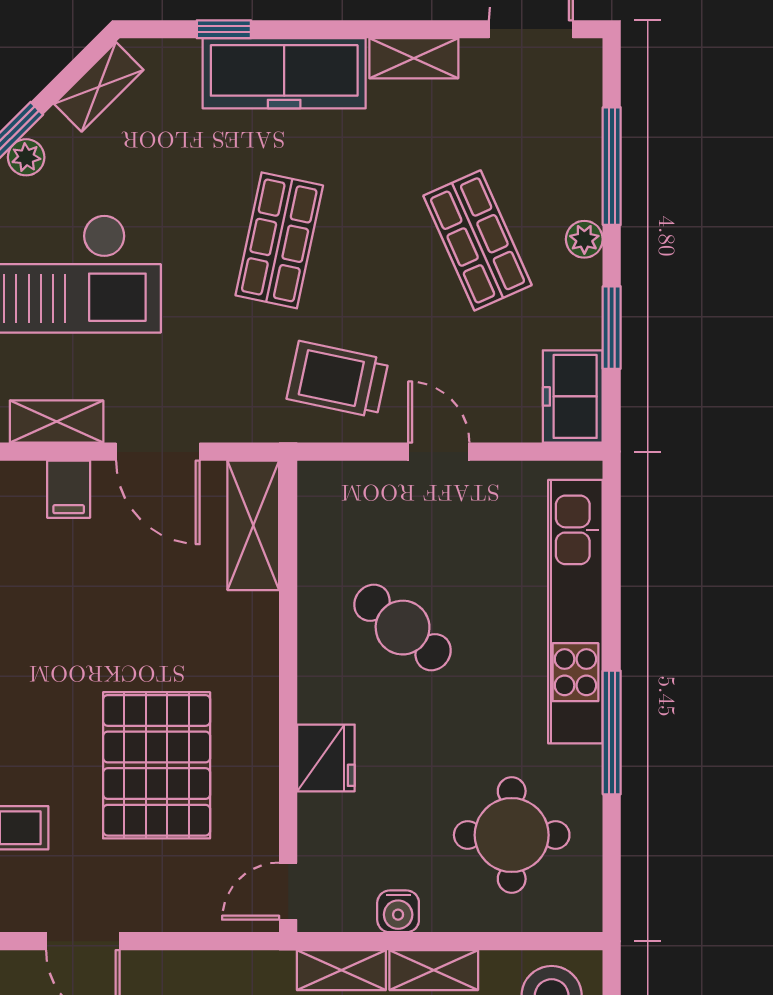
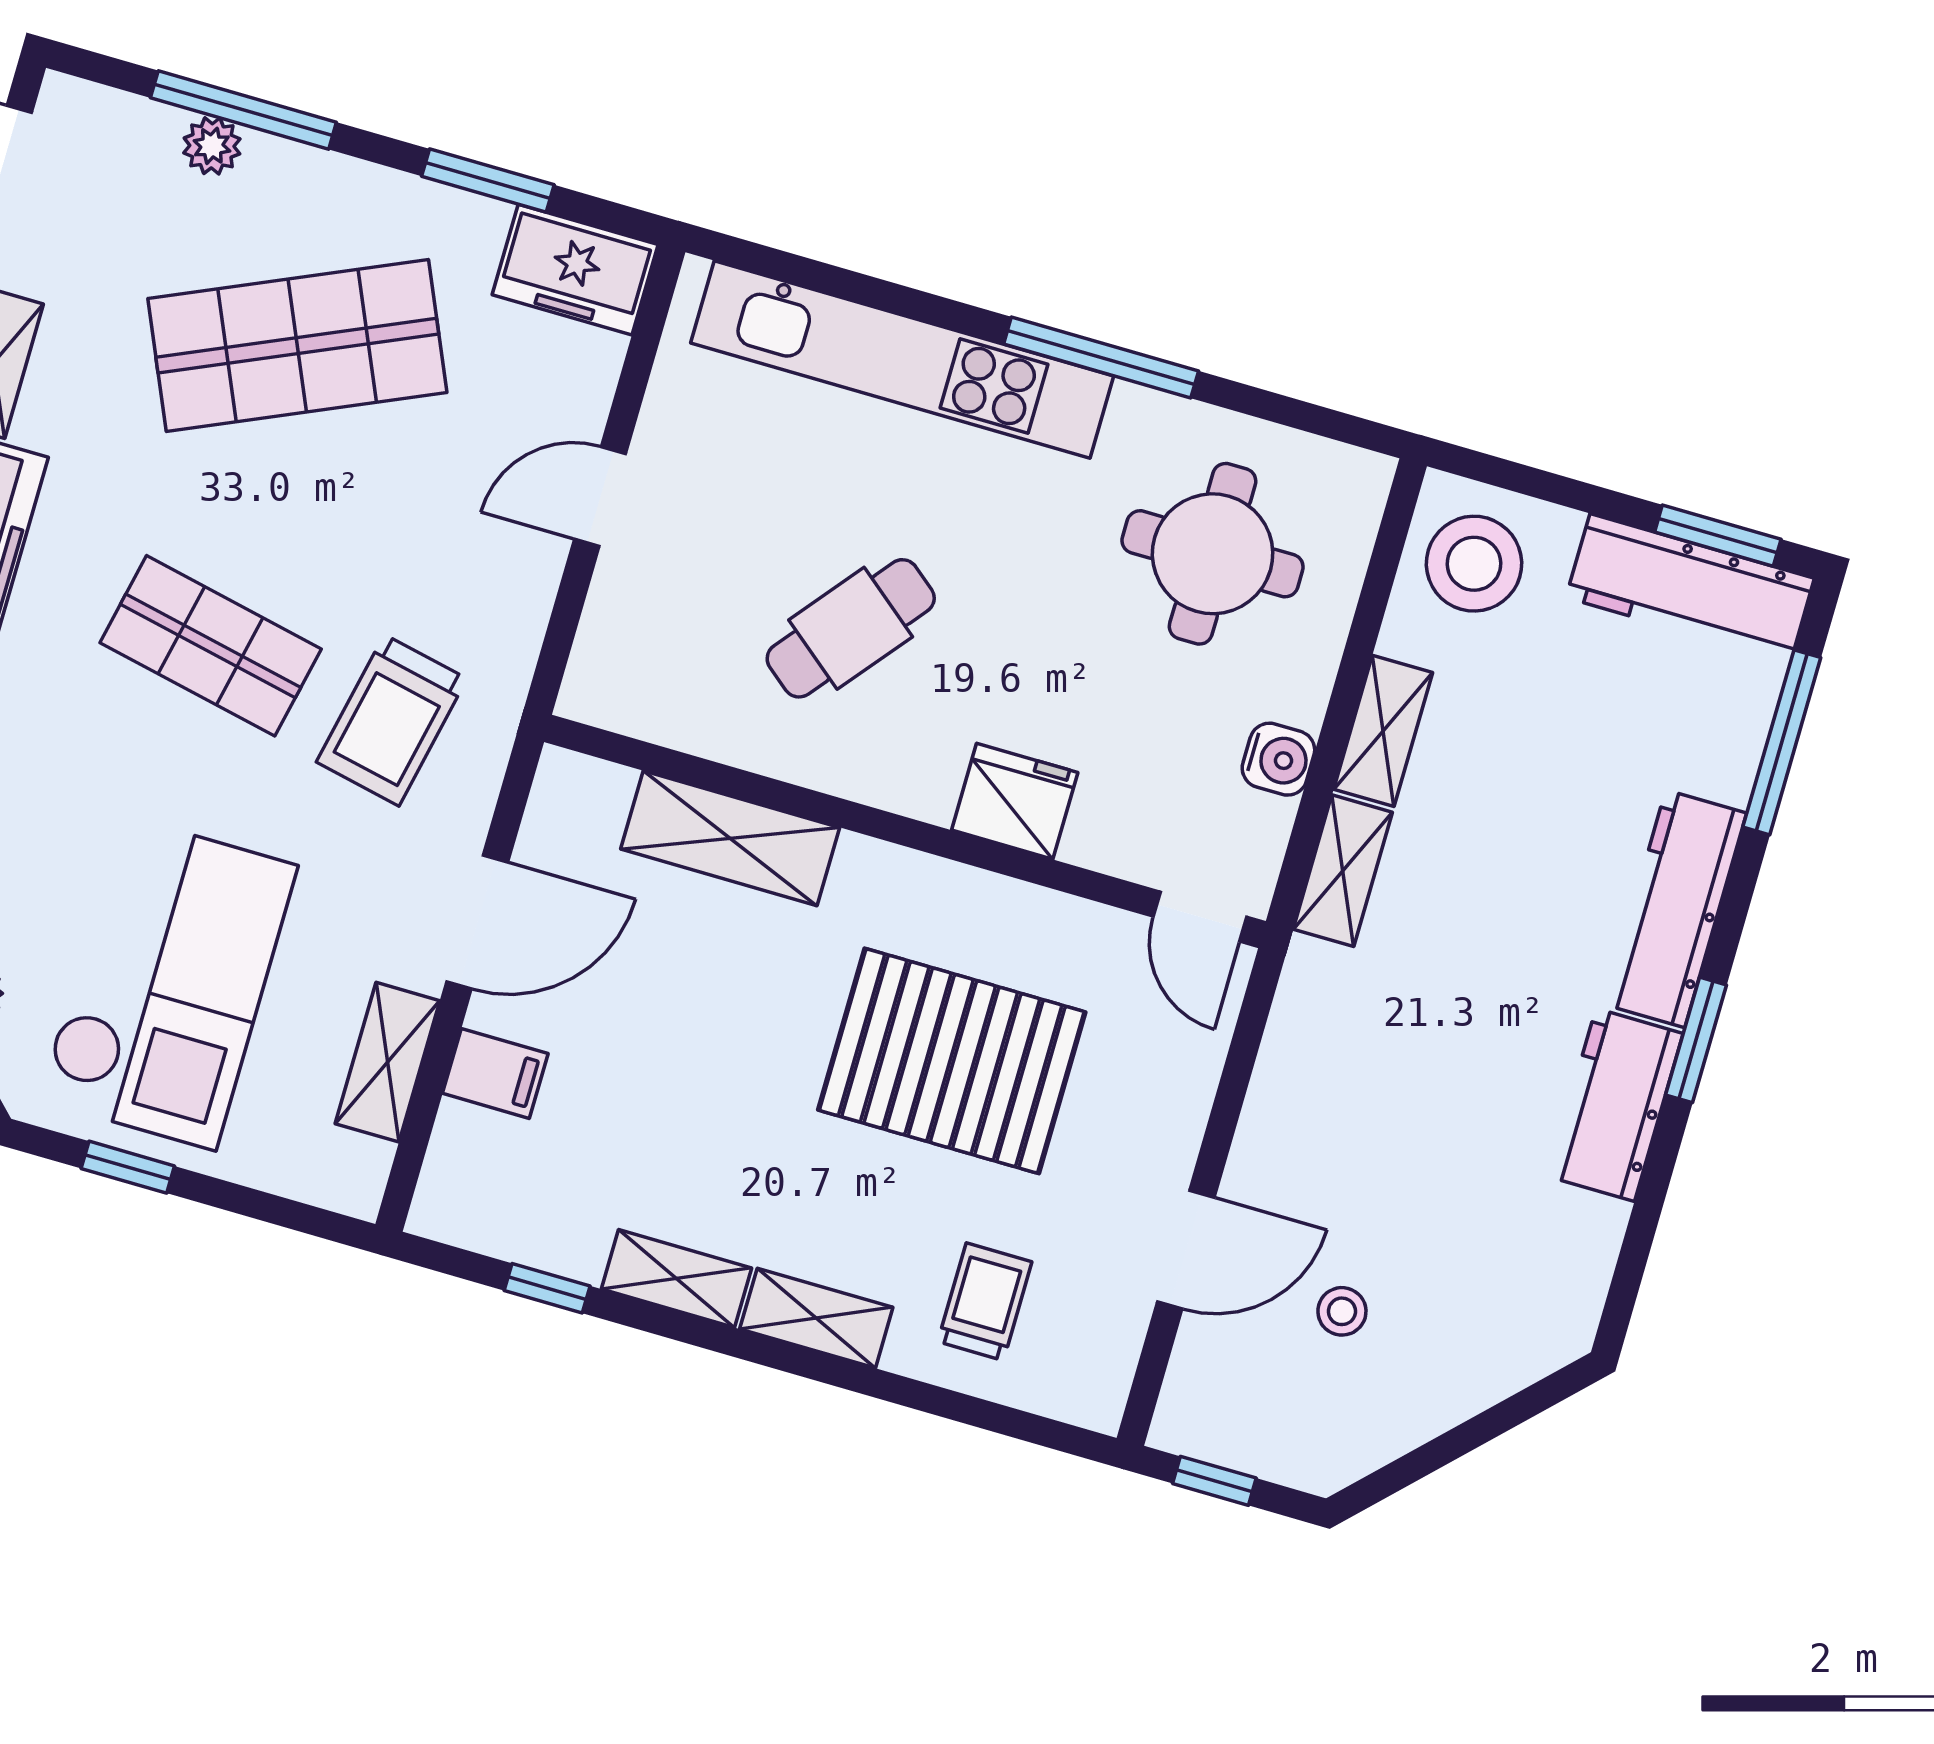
plant: (584, 239) -> (212, 146), moved
shop shelf: (478, 240) -> (297, 346), width x1.43, depth x1.36
trolley: (338, 379) -> (392, 720), moved
shelving: (253, 525) -> (730, 838), moved

